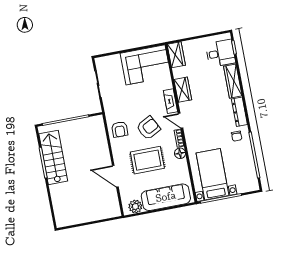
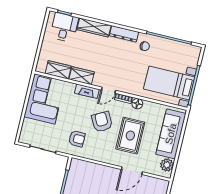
wardrobe: (176, 55) -> (58, 70), moved
armchair: (120, 129) -> (77, 139), moved

